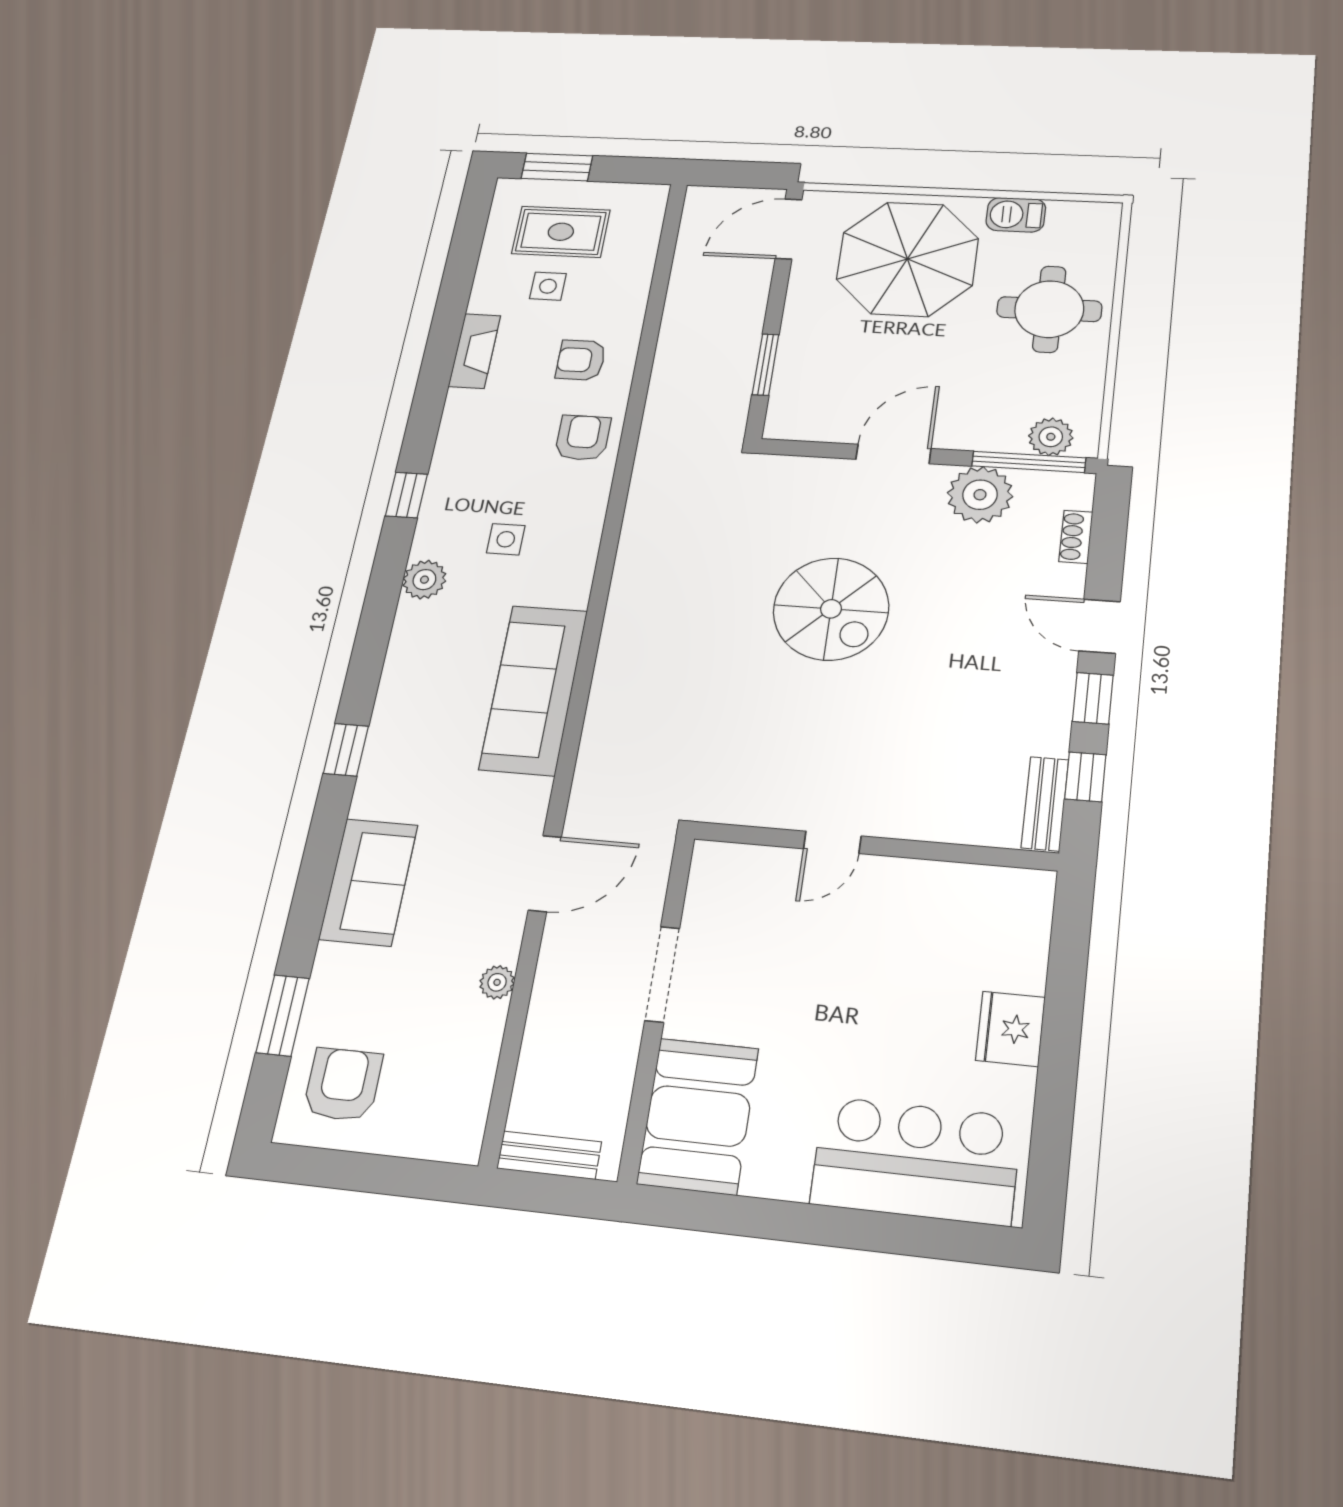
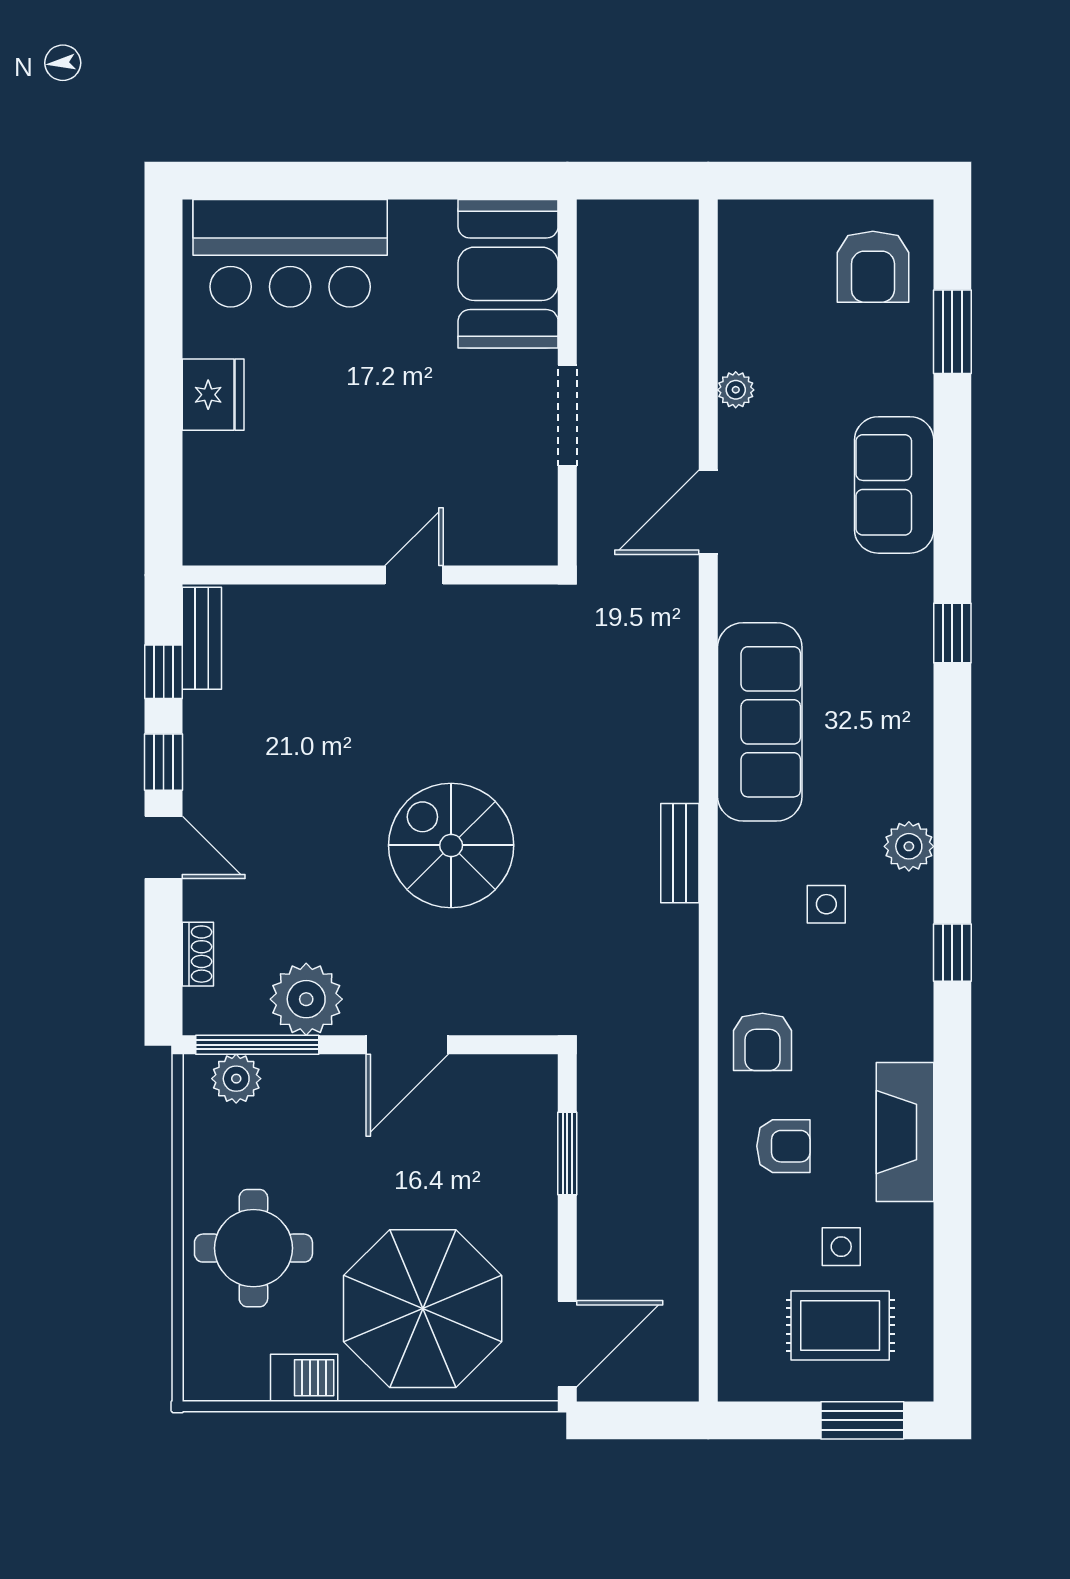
fireplace: (475, 351) -> (905, 1132), width x1.37, depth x1.32
bench: (549, 1155) -> (680, 853), moved, turned 90

